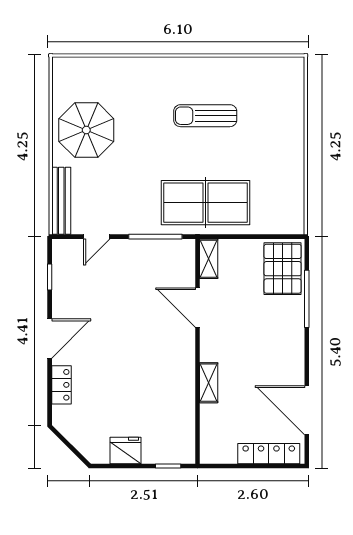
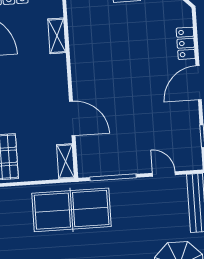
door: (97, 237) -> (164, 174), hinge flipped
shelving: (209, 383) -> (57, 36), moved

